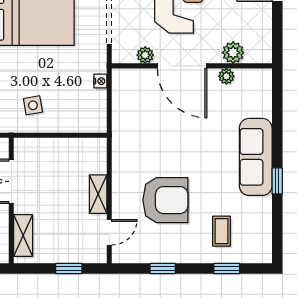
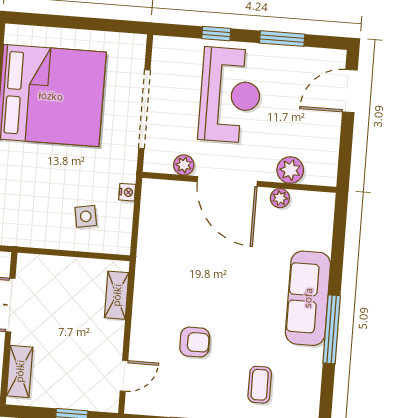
side table: (33, 105) -> (86, 216), moved
window: (277, 181) -> (332, 329), width x2.17
shelving: (98, 194) -> (117, 295), moved
armchair: (165, 200) -> (195, 342), width x0.53, depth x0.53

